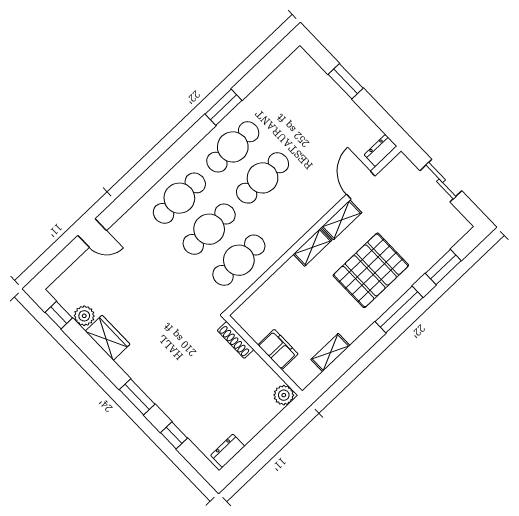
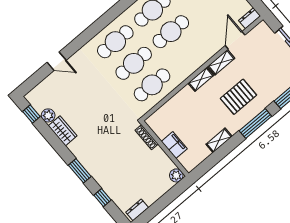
pallet: (371, 270) -> (238, 97), width x0.73, depth x0.71
shelving: (330, 353) -> (219, 140), moved

